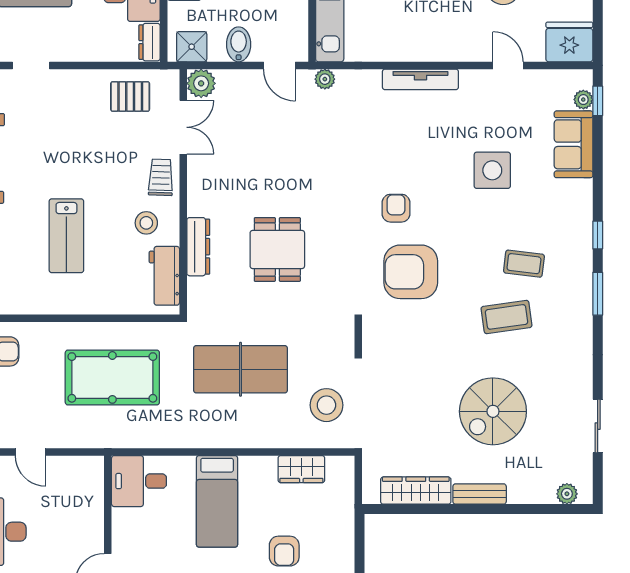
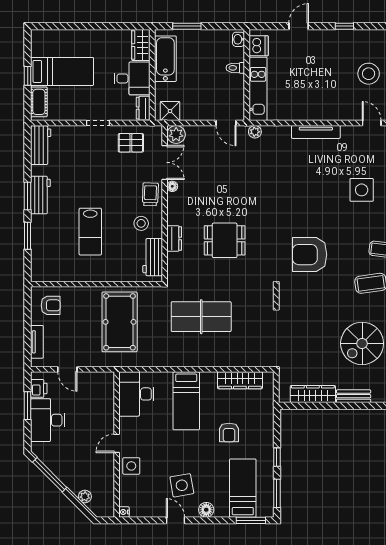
bidet: (239, 44) -> (200, 110), removed
doorway: (31, 65) -> (98, 123), moved
floor lamp: (195, 165) -> (172, 186), added
armchair: (396, 208) -> (300, 214), removed
dresser: (198, 247) -> (174, 239), width x0.70
dining table: (277, 249) -> (225, 240), turned 90
pool table: (112, 377) -> (120, 322), turned 90
stool: (326, 405) -> (256, 339), removed
wardrobe: (301, 469) -> (240, 380), width x1.50
desk: (139, 481) -> (136, 394), width x1.37

